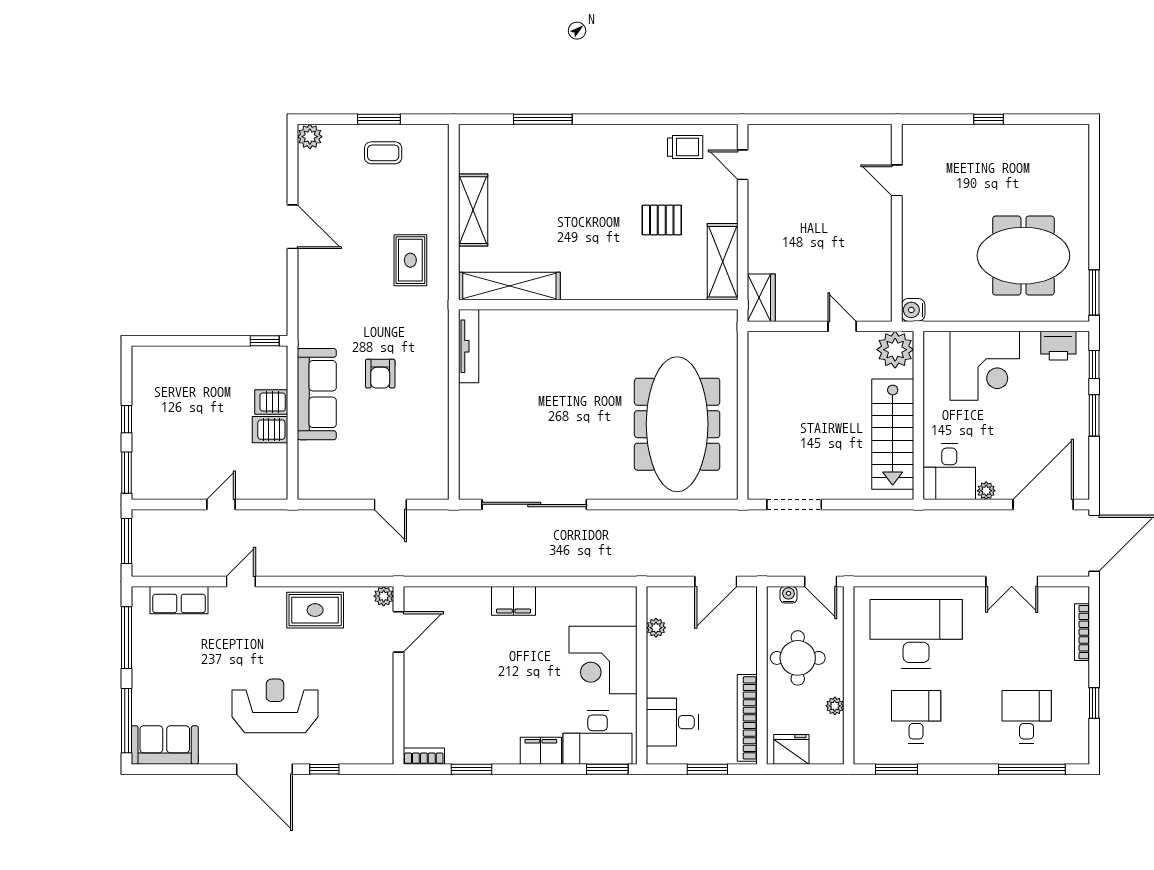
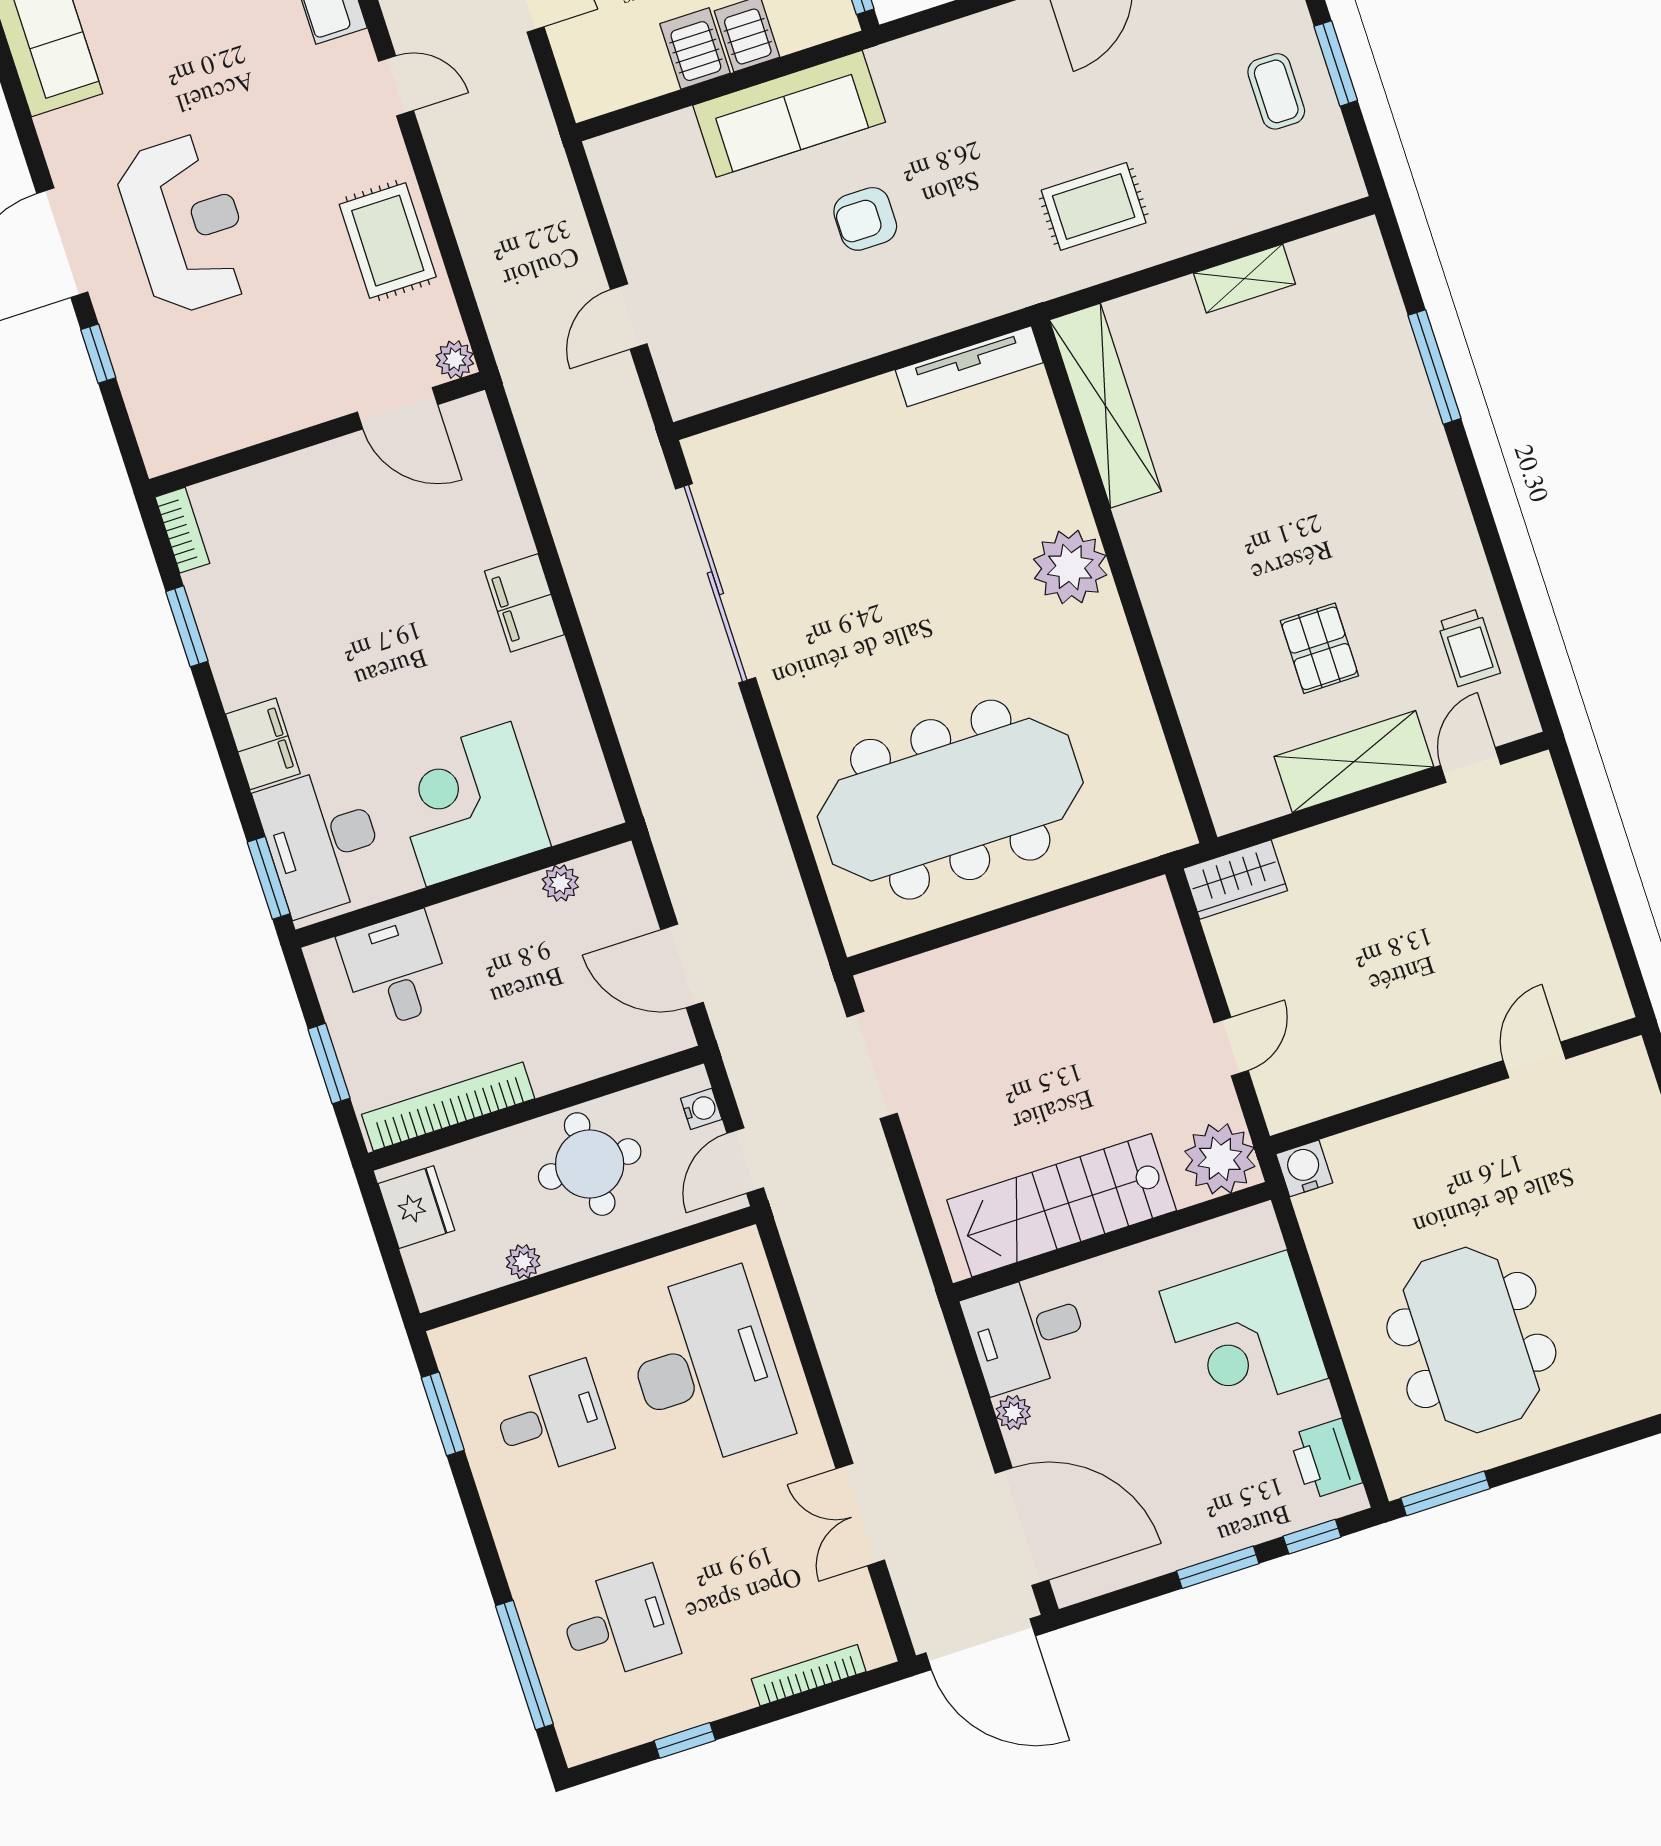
shelving: (473, 210) -> (1245, 279), width x0.67, depth x0.75
shelving: (723, 262) -> (1354, 762), moved
plant: (583, 329) -> (1070, 567), added

